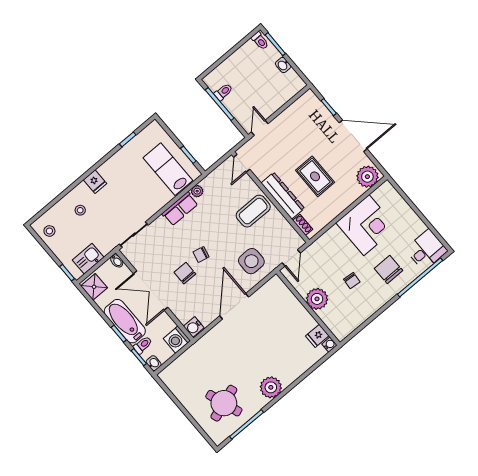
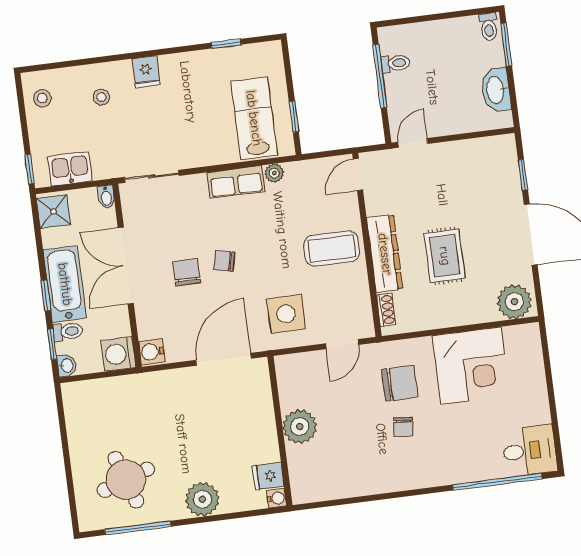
washbasin: (283, 65) -> (496, 90), width x1.91, depth x1.45
chair: (389, 270) -> (400, 383), moved, turned 90
plant: (317, 299) -> (300, 427), moved
wall: (308, 308) -> (280, 431), moved
fridge: (317, 336) -> (268, 476), moved
water cooler: (329, 345) -> (277, 498), moved

